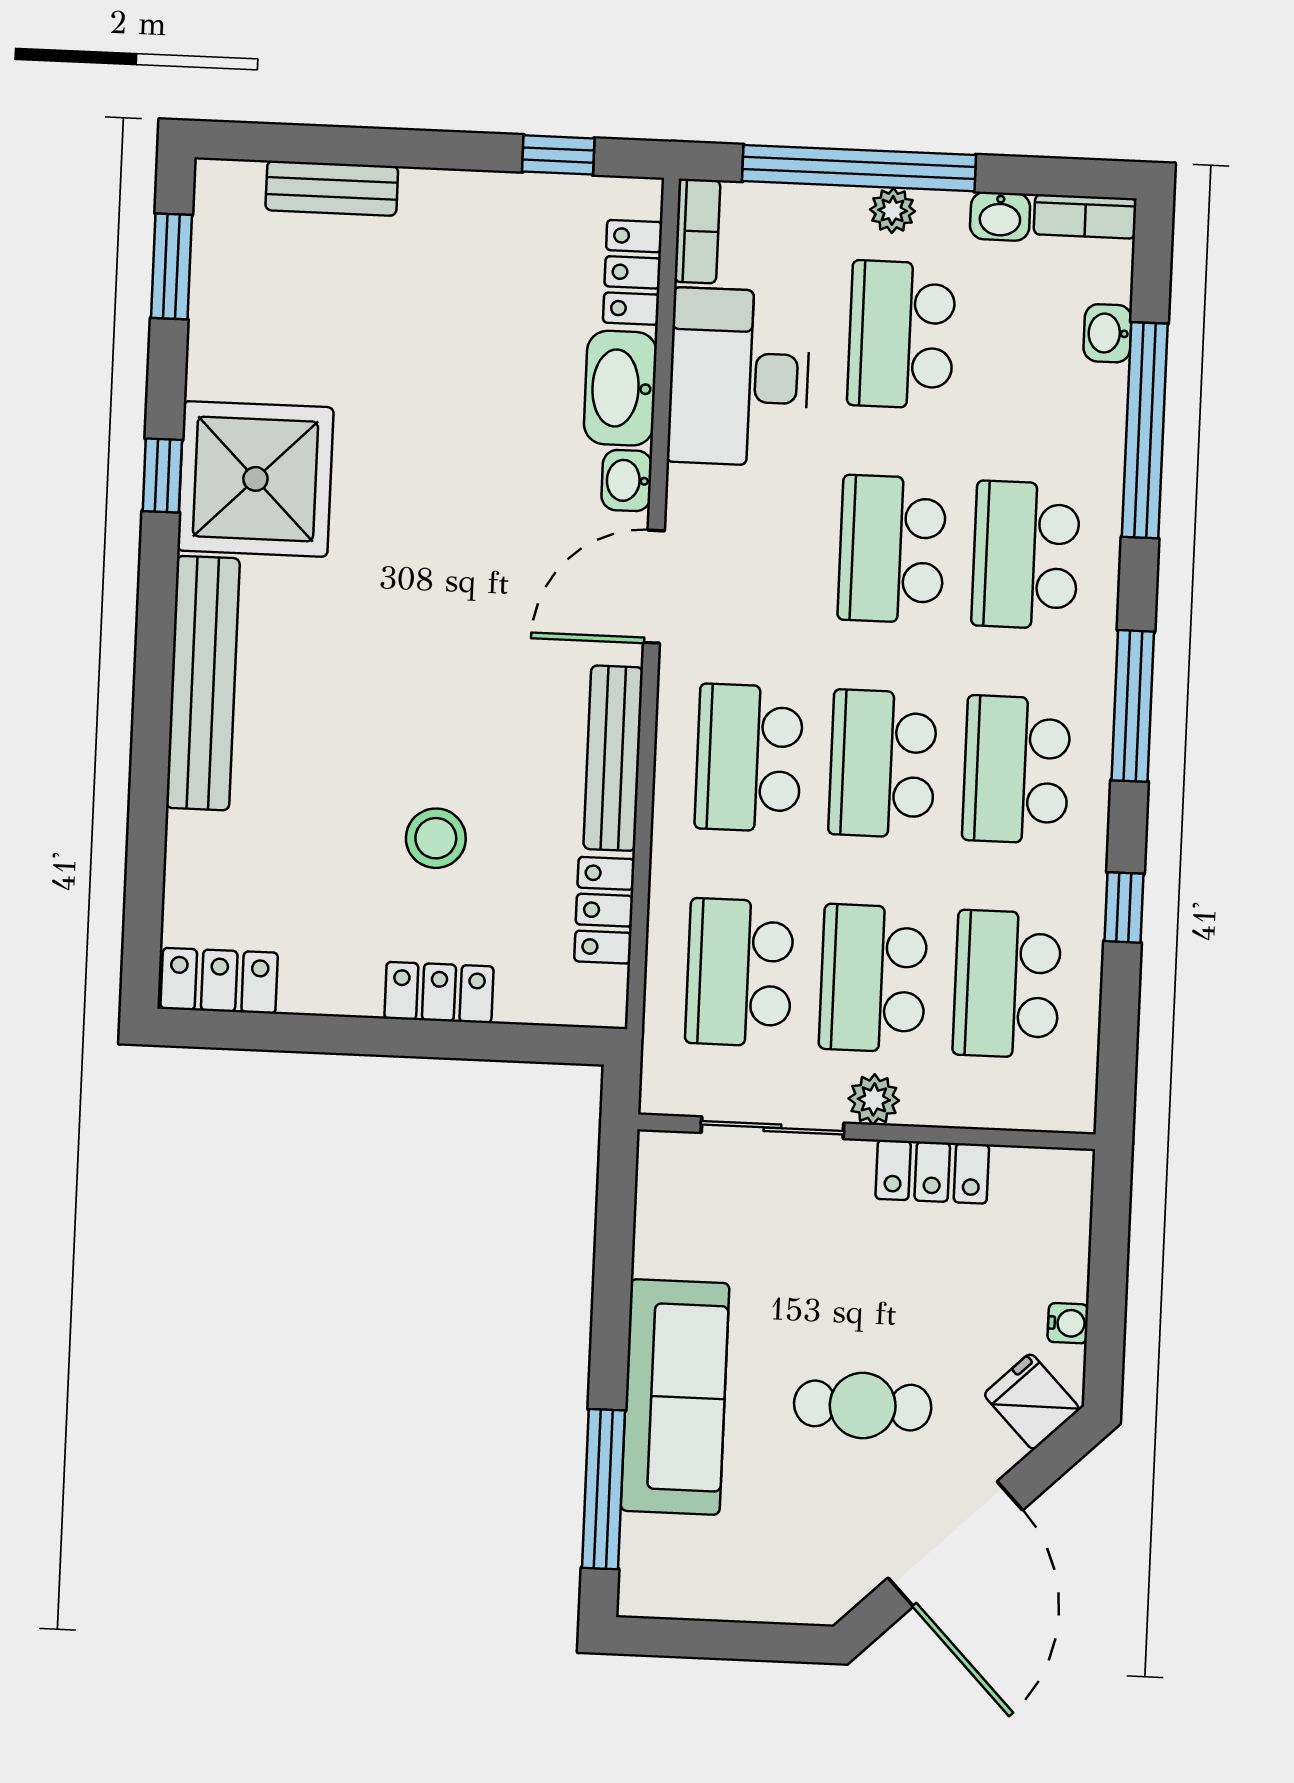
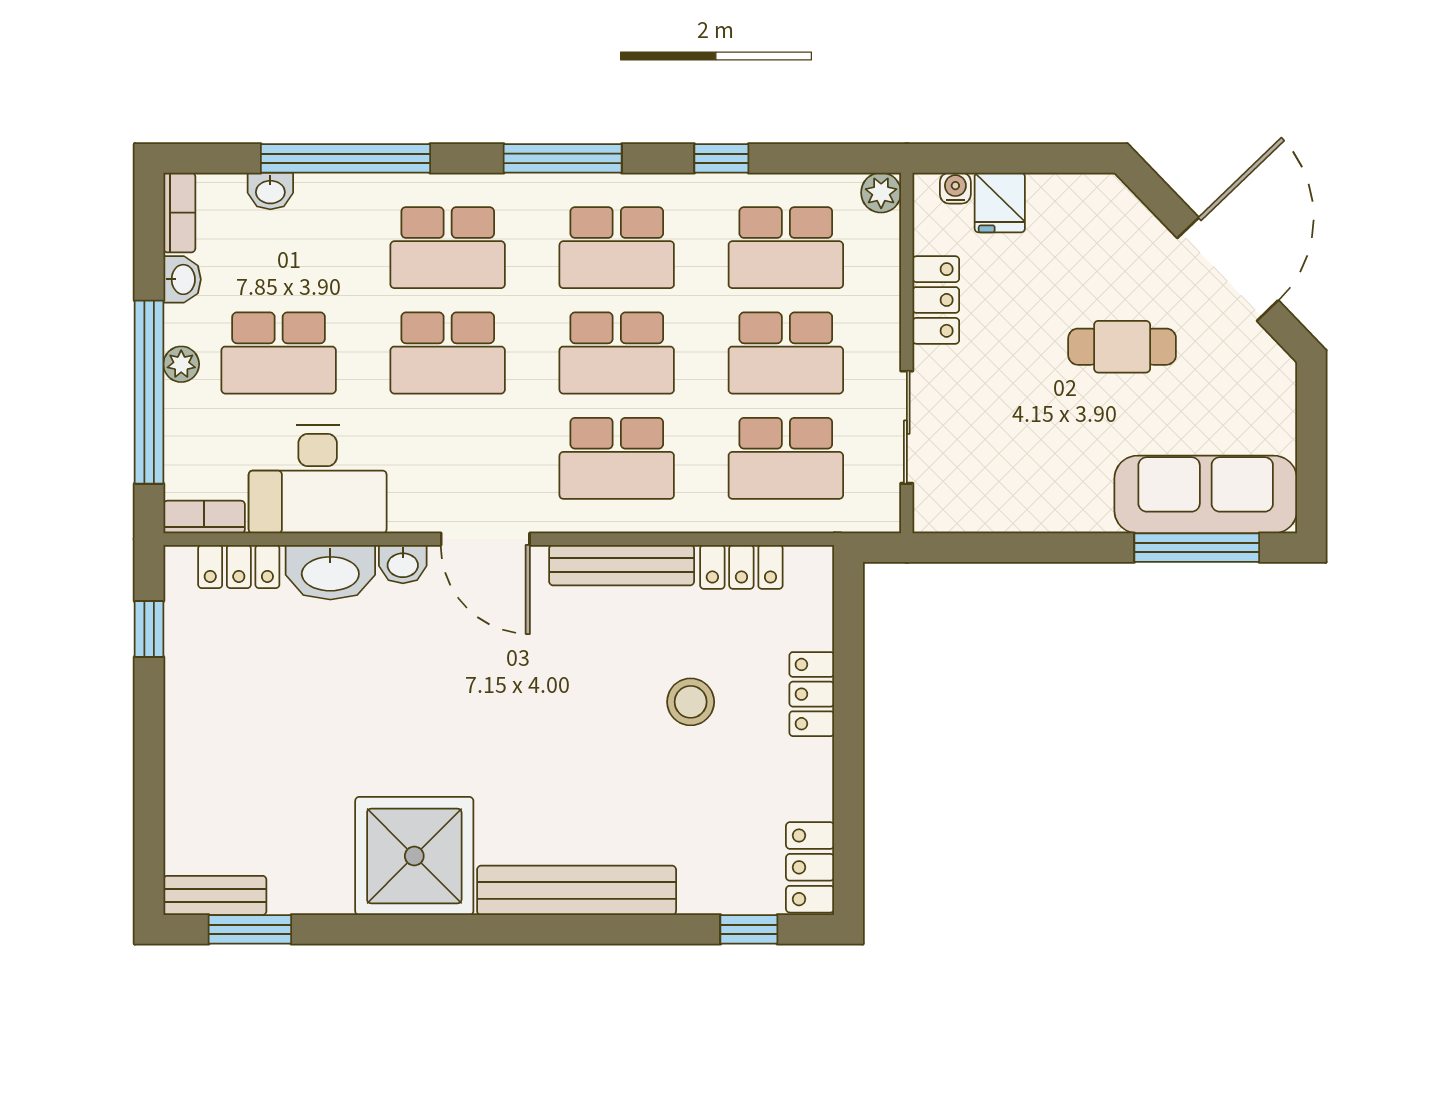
bench: (332, 188) -> (215, 895), moved, turned 90
window: (162, 476) -> (749, 929), moved
plant: (874, 1099) -> (881, 193), moved
water cooler: (1068, 1323) -> (955, 188), moved
sofa: (675, 1397) -> (1206, 495), moved
fridge: (1032, 1402) -> (1000, 203), moved, turned -46
cafe table: (863, 1406) -> (1122, 347), turned 90
door: (955, 1544) -> (1228, 269), hinge flipped

